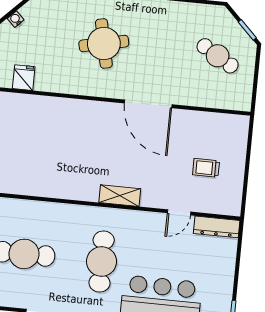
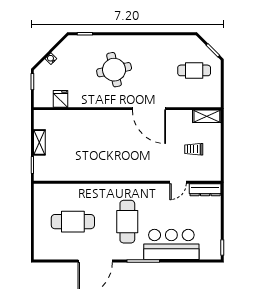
cafe table: (218, 56) -> (194, 70), turned -31
shelving: (120, 196) -> (207, 116), moved

